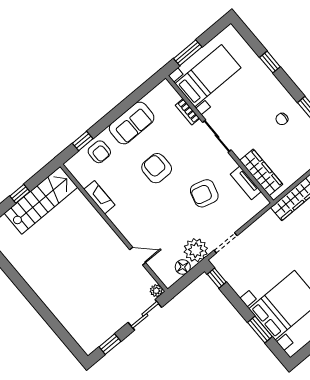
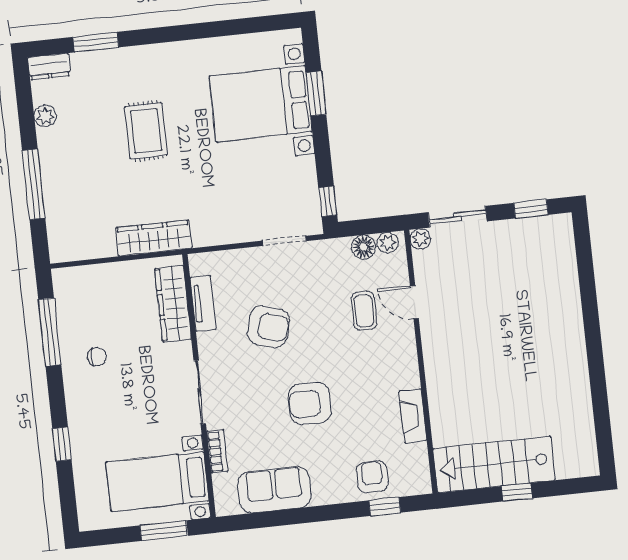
sofa: (132, 123) -> (274, 490), moved
armchair: (157, 168) -> (310, 403), turned 90
coffee table: (161, 234) -> (364, 311), added
plant: (196, 250) -> (388, 243), moved, width x0.53, depth x0.53

